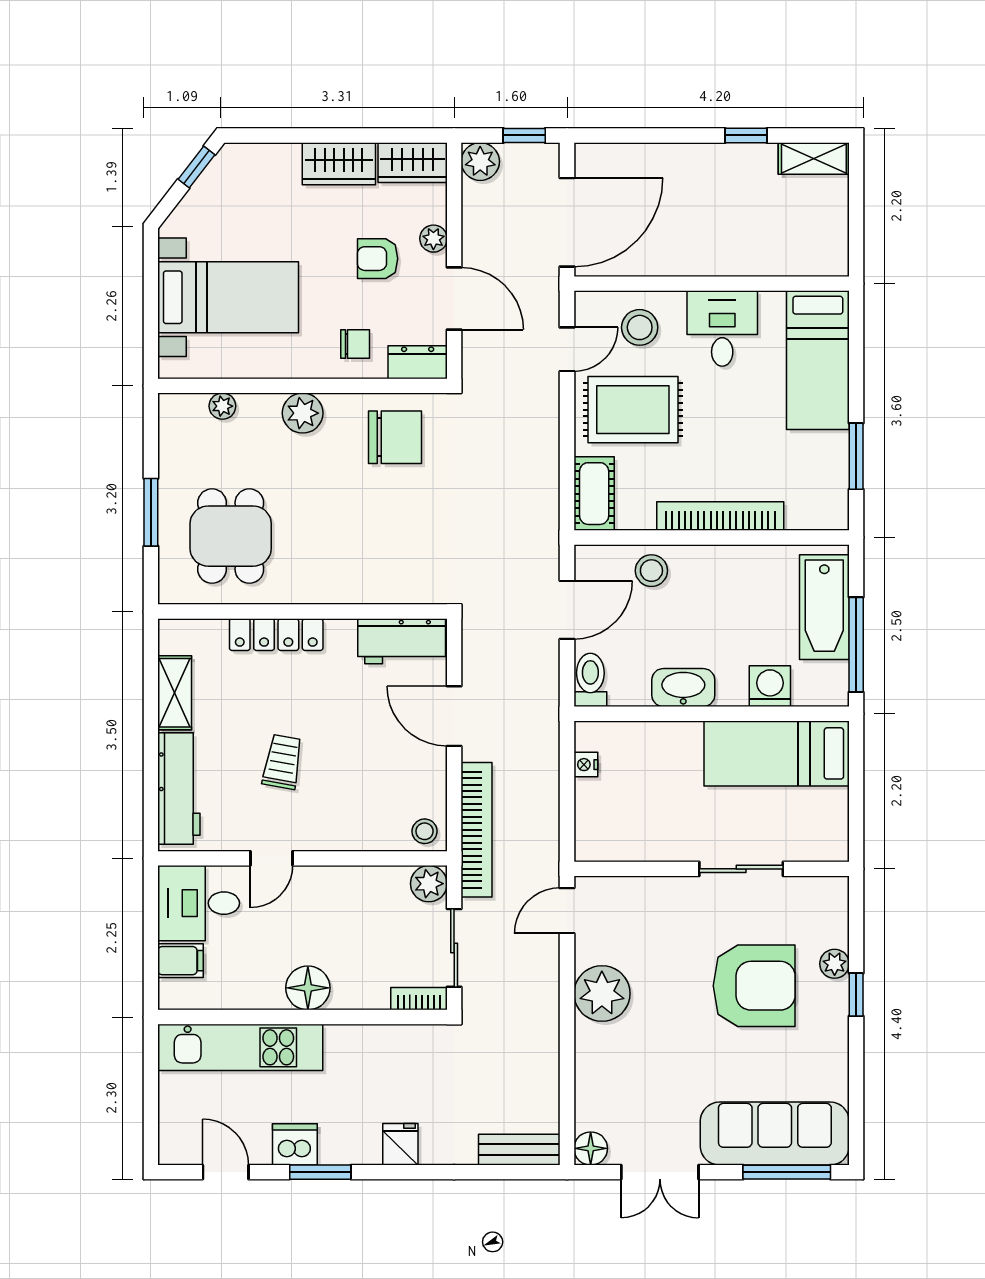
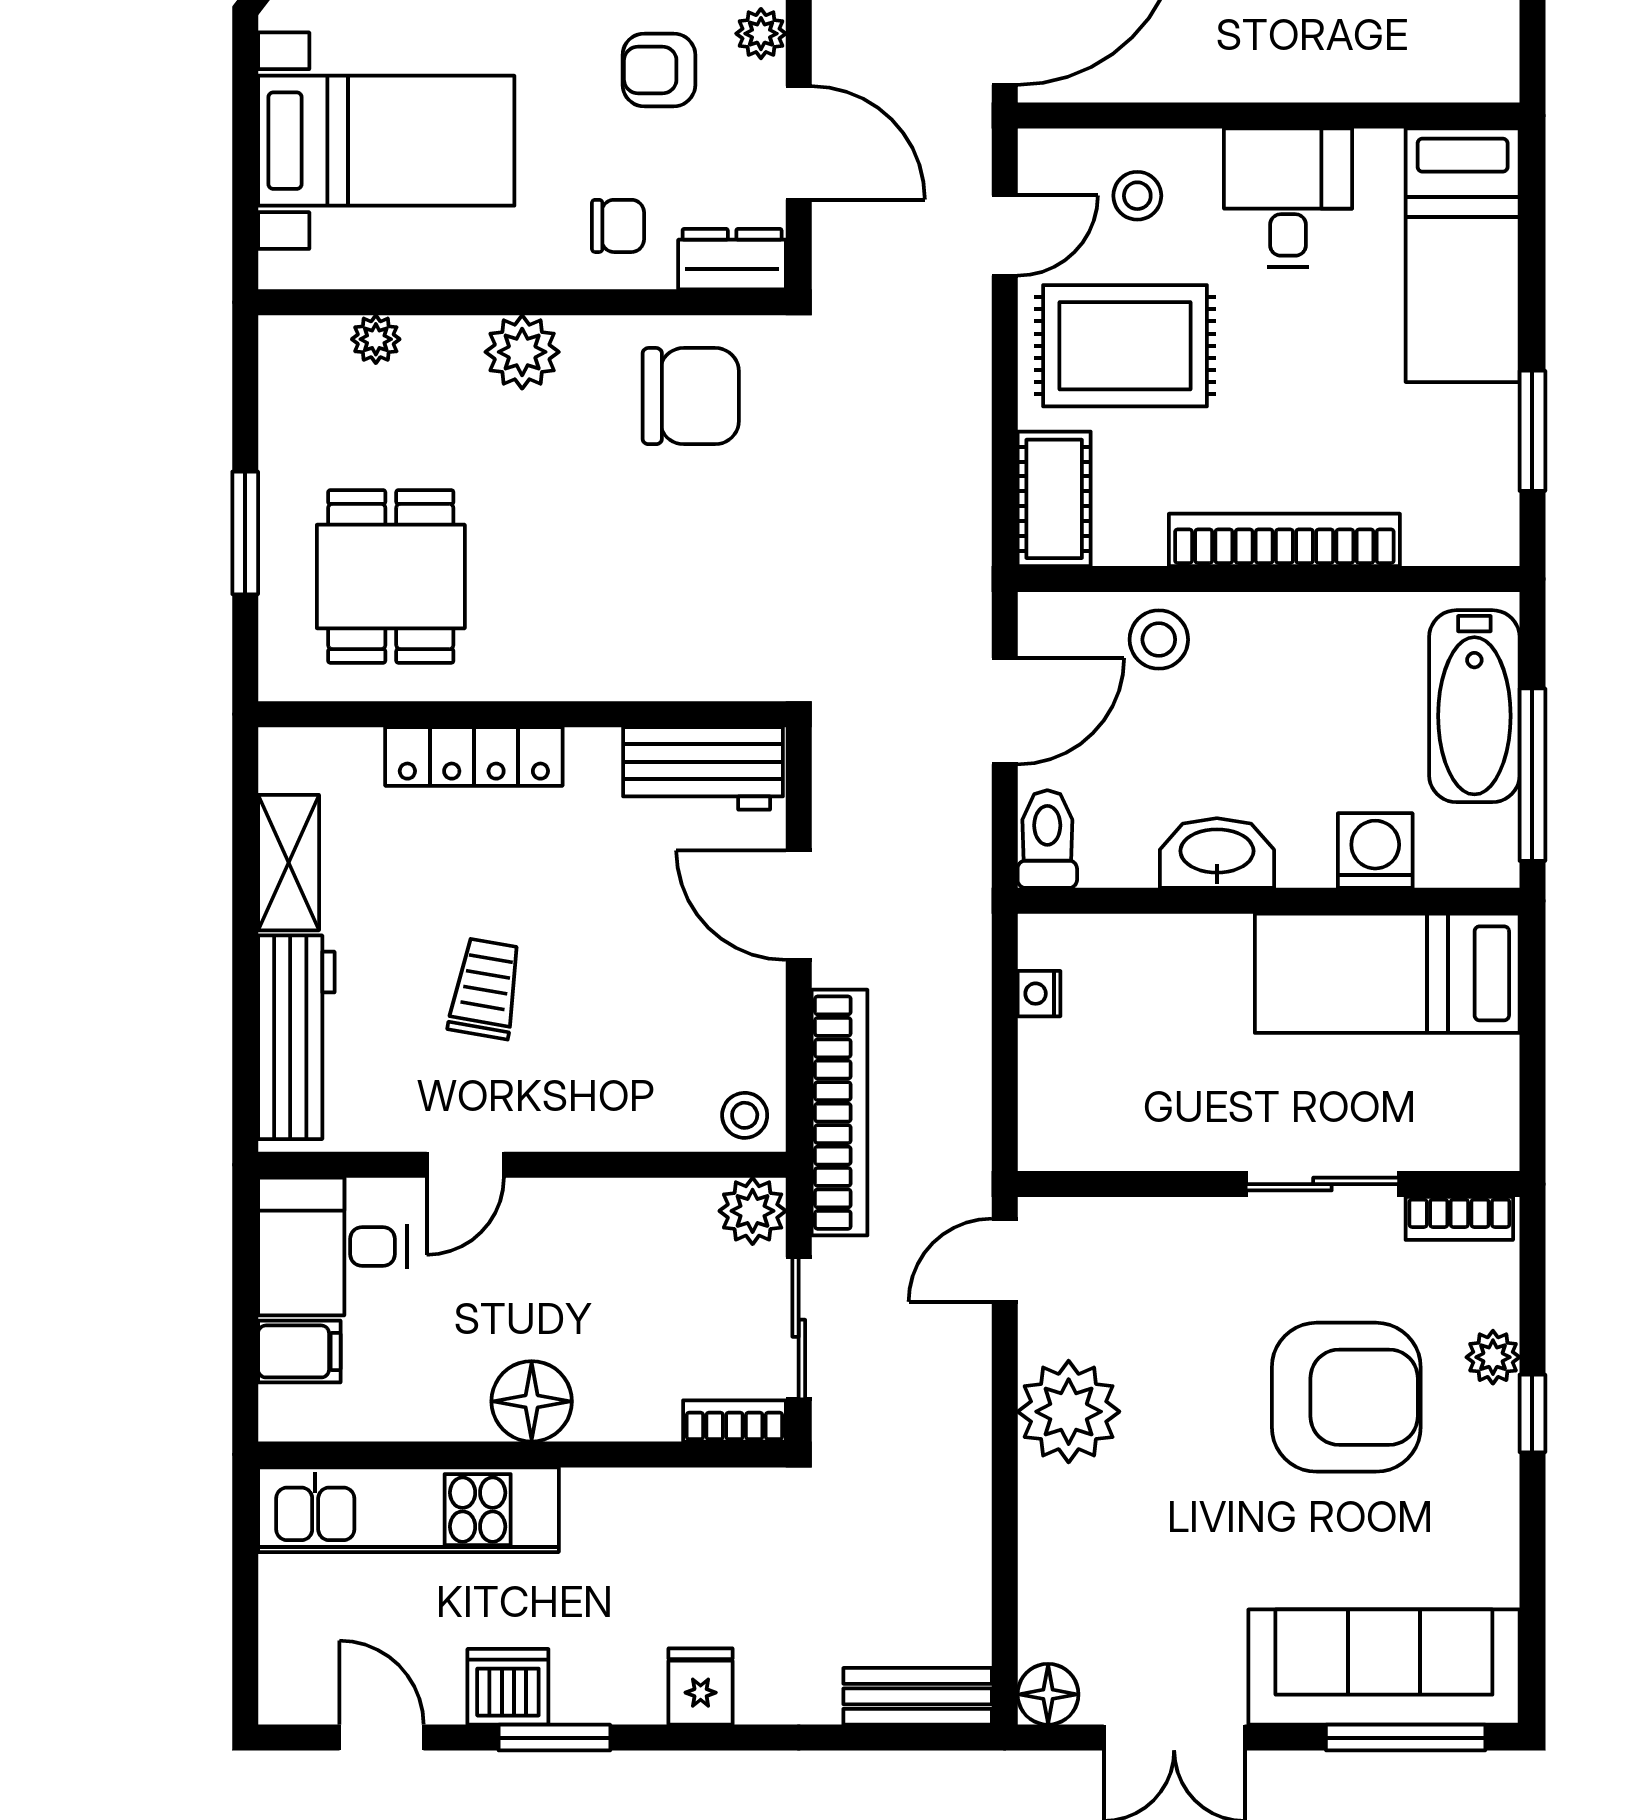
stool: (640, 327) -> (1137, 196), width x0.73, depth x0.73
bookcase: (816, 888) -> (1459, 1218), added

